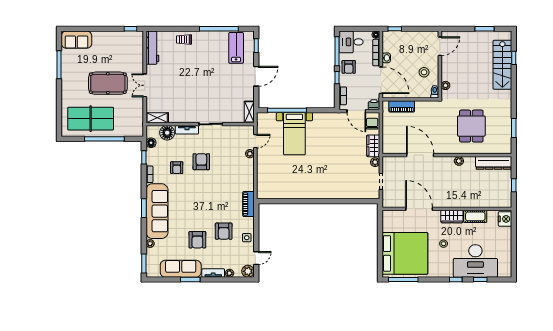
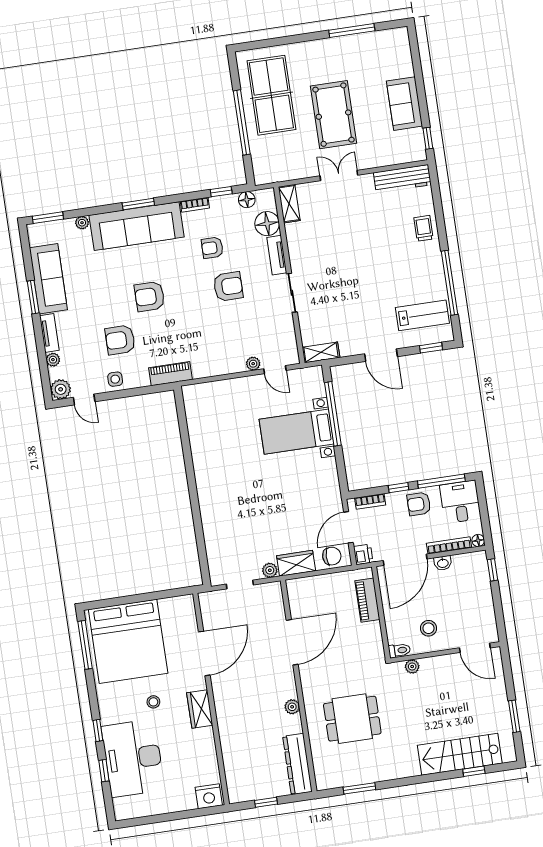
sofa: (76, 40) -> (404, 104), moved
cot: (475, 216) -> (206, 747), removed
armchair: (197, 240) -> (150, 296), moved

